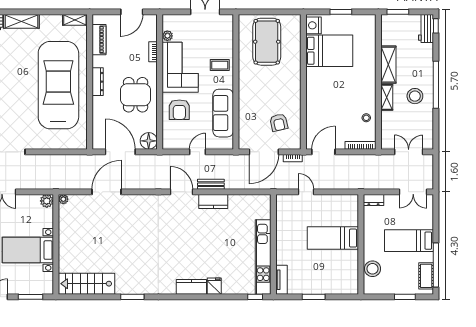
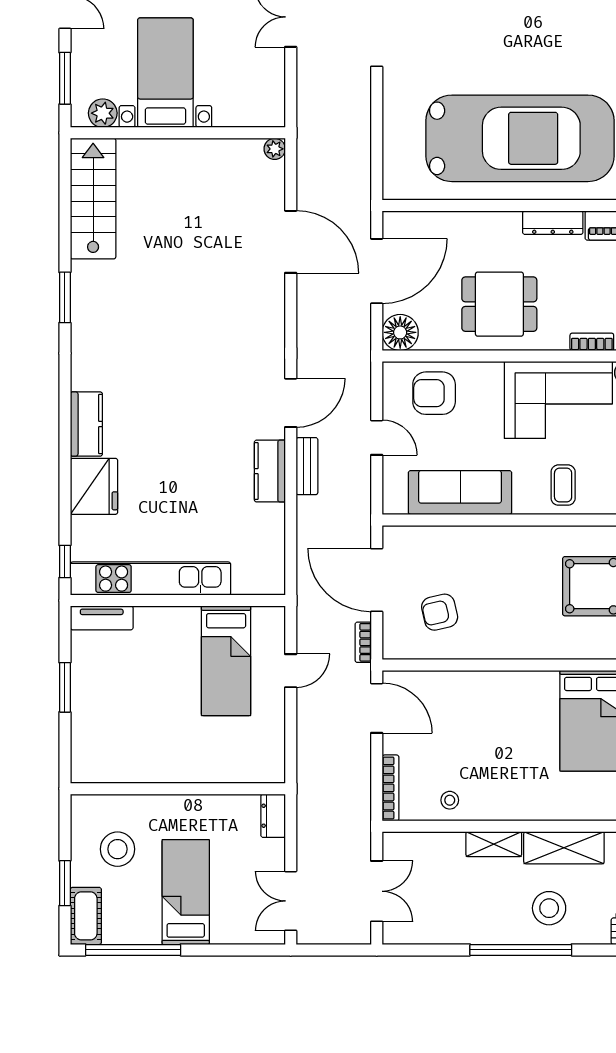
dresser: (98, 82) -> (553, 223), moved
stool: (415, 96) -> (549, 908), moved
armchair: (179, 110) -> (434, 393), moved
plant: (47, 201) -> (103, 113), moved
bed: (333, 238) -> (226, 661), moved, turned 180
stool: (373, 269) -> (118, 849), moved
cot: (426, 276) -> (86, 916), moved, turned 90
fridge: (214, 286) -> (94, 486), width x1.88, depth x1.34

